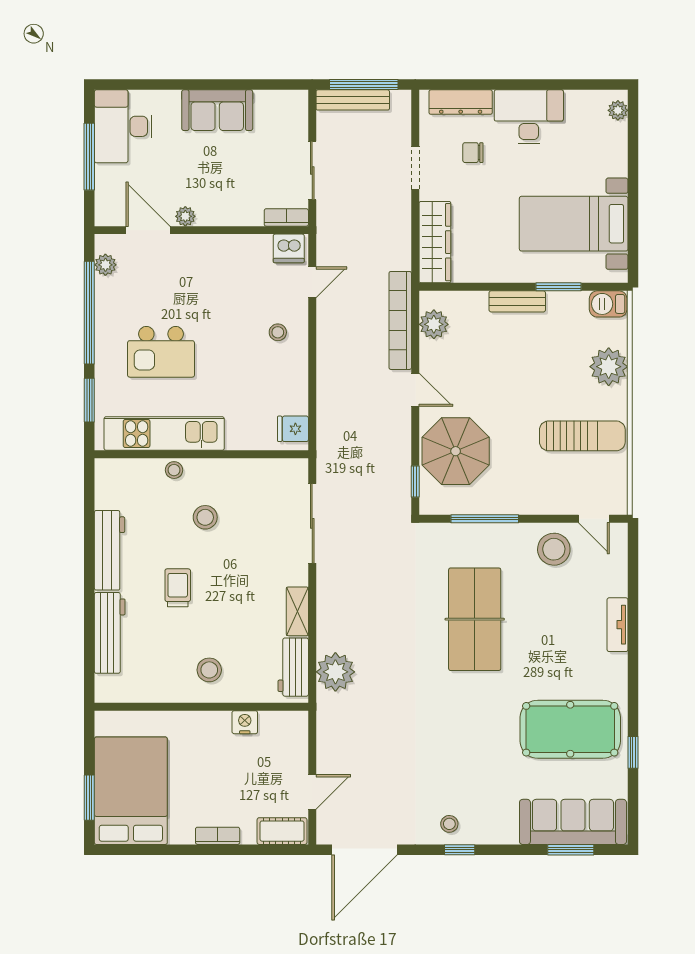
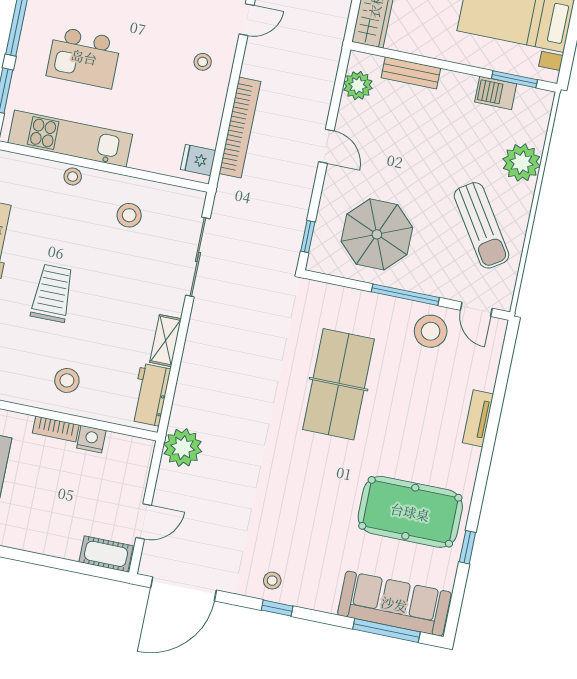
window: (559, 287) -> (514, 79), moved
bench: (517, 301) -> (411, 73), moved
barbecue: (608, 304) -> (496, 93), moved
bookcase: (400, 320) -> (240, 127), moved, turned 180
sun lounger: (582, 436) -> (482, 225), turned 57
parasol: (456, 451) -> (377, 234), moved
stool: (205, 517) -> (129, 215), moved
window: (485, 519) -> (405, 295), moved
trolley: (178, 588) -> (52, 293), width x1.36, depth x1.39
plant: (335, 672) -> (183, 448), moved
bookcase: (218, 836) -> (56, 429), moved, turned 180
window: (571, 850) -> (386, 631), width x1.44

